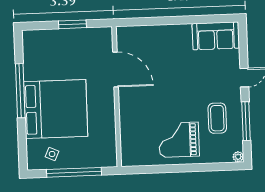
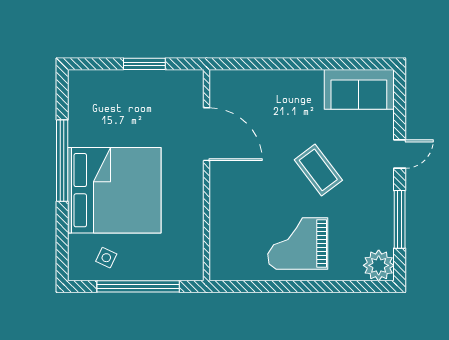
coffee table: (217, 118) -> (318, 170), moved, turned -37
plant: (238, 157) -> (379, 265), width x1.88, depth x1.88

